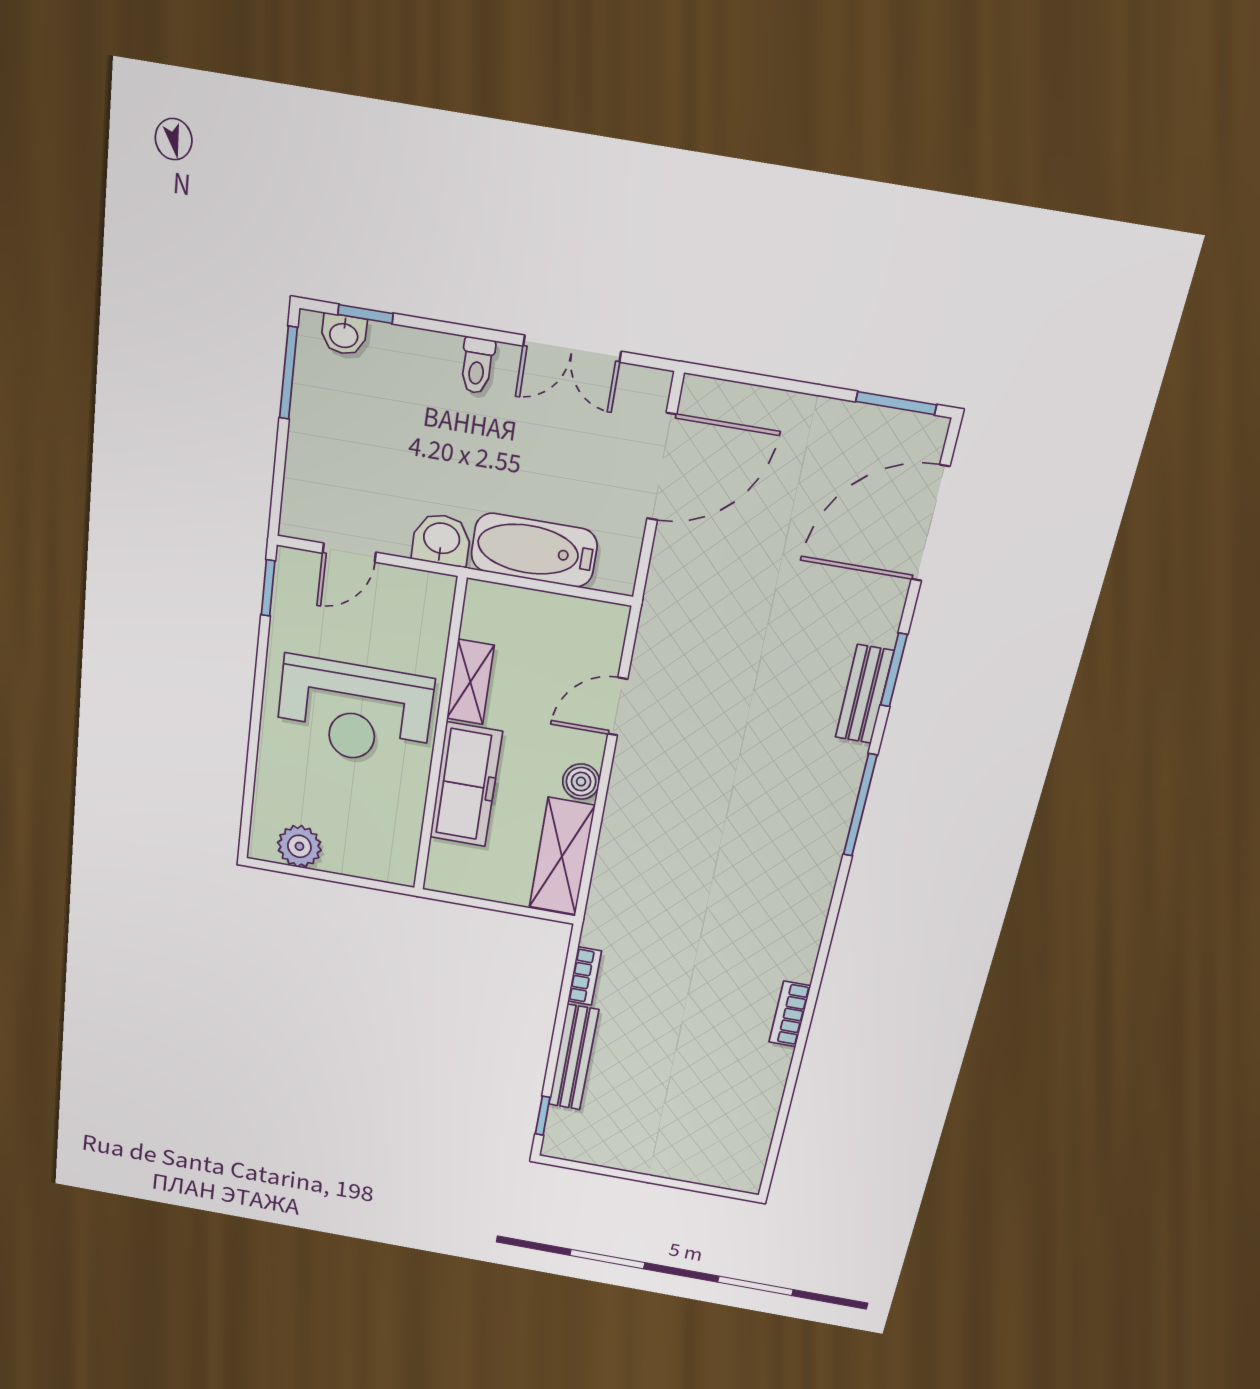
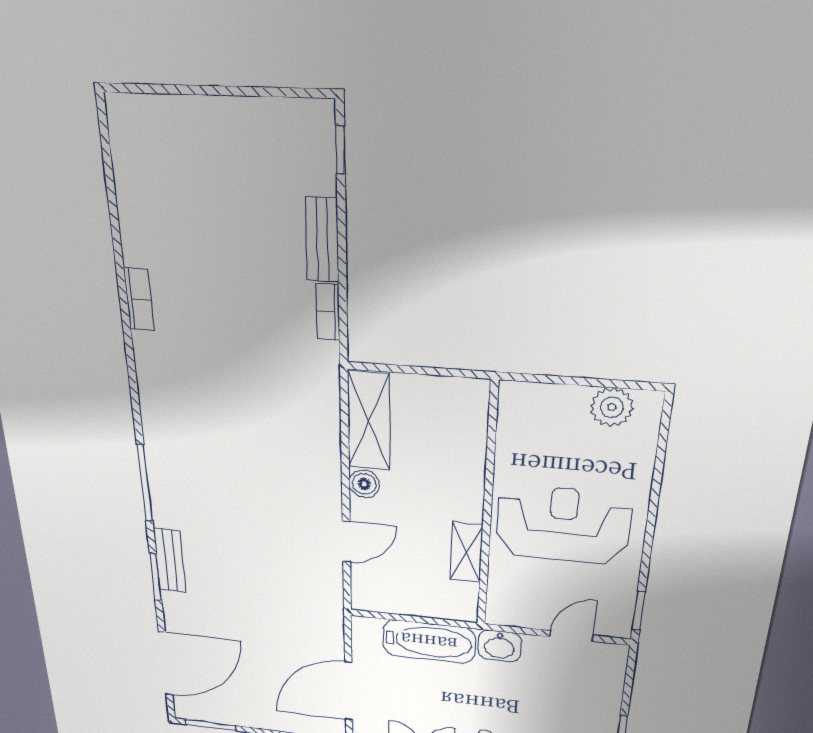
freezer: (466, 785) -> (461, 474), removed
bench: (574, 1057) -> (322, 240), width x0.73

